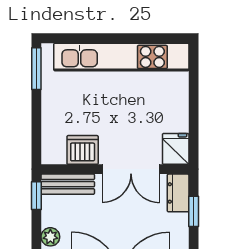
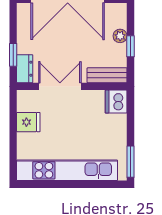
fridge: (176, 149) -> (28, 122), moved, turned -90
dishwasher: (83, 150) -> (116, 102), moved, turned 90
window: (36, 196) -> (131, 46), moved

